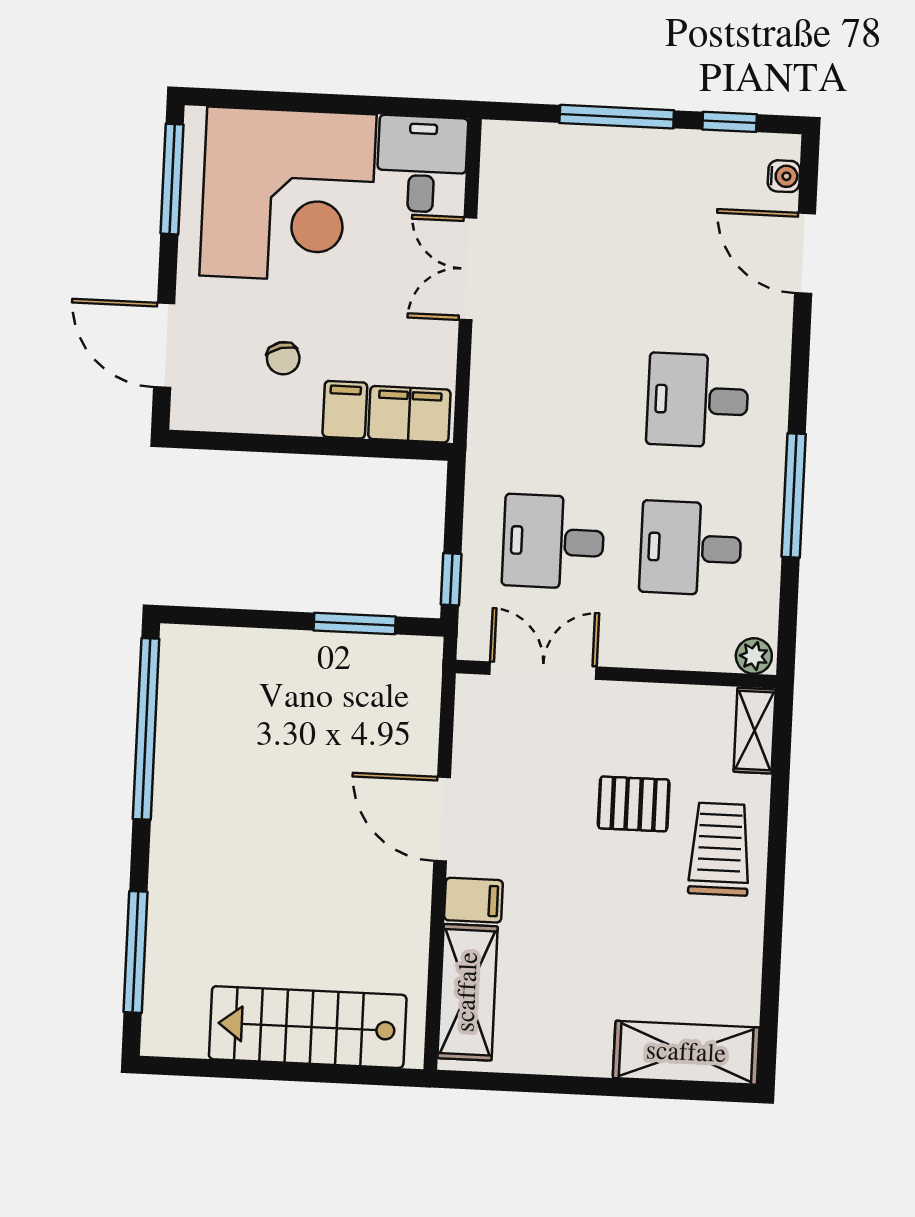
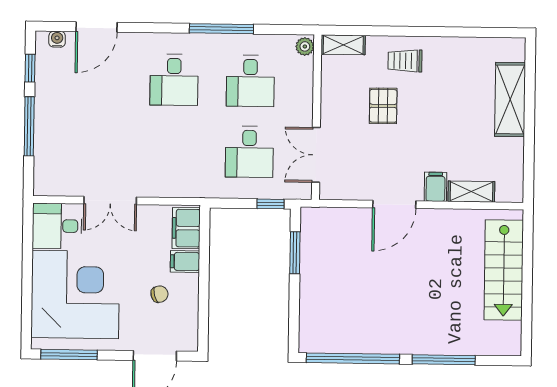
trolley: (720, 849) -> (405, 61), width x0.73, depth x0.72
window: (135, 952) -> (444, 360), moved
shelving: (468, 992) -> (471, 192), width x0.67, depth x0.75
shelving: (686, 1053) -> (510, 99), moved

